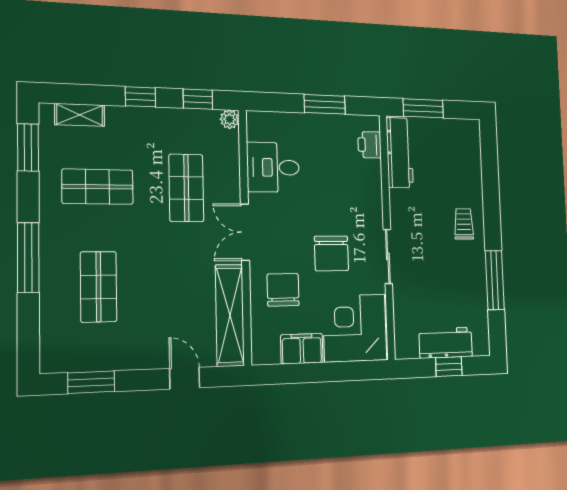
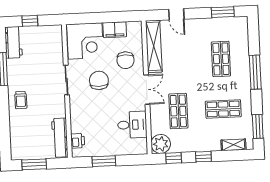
window: (423, 108) -> (34, 164), moved
plant: (230, 119) -> (161, 144), width x1.88, depth x1.88
workbench: (446, 343) -> (13, 42), moved, turned -90

